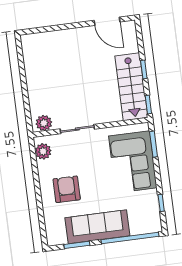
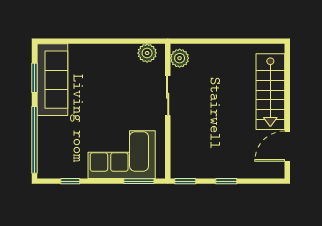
stairs: (131, 87) -> (270, 92), moved, turned -90
armchair: (67, 189) -> (100, 74), removed
sofa: (97, 227) -> (52, 80), moved

